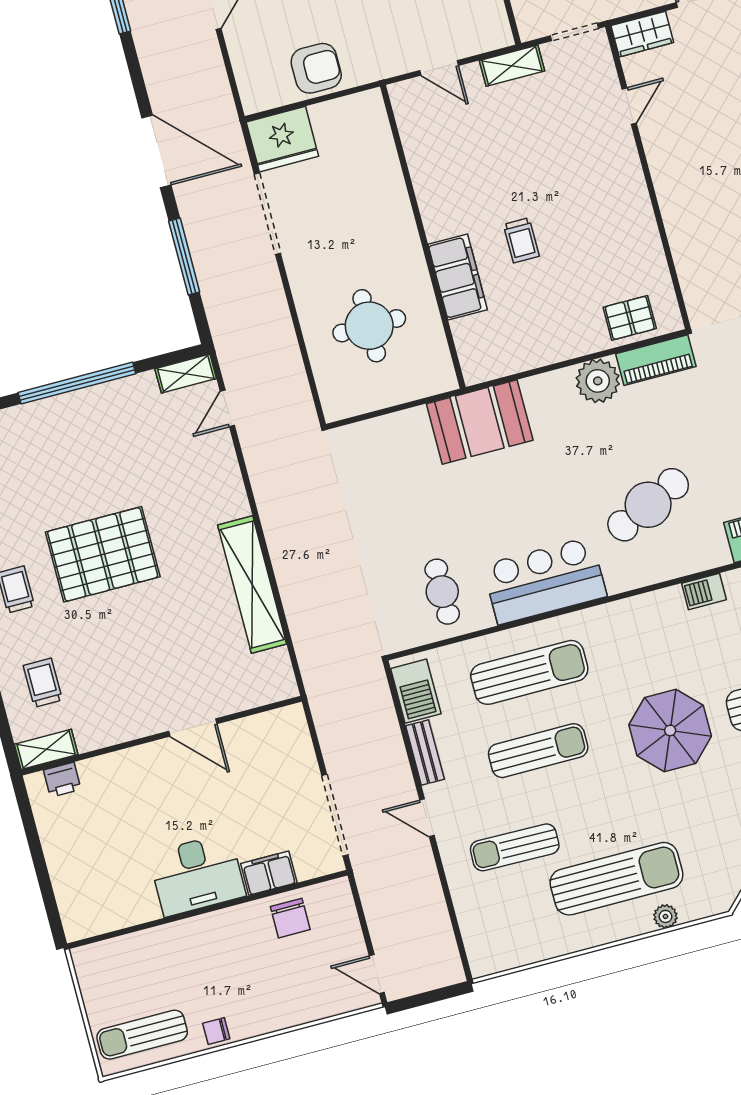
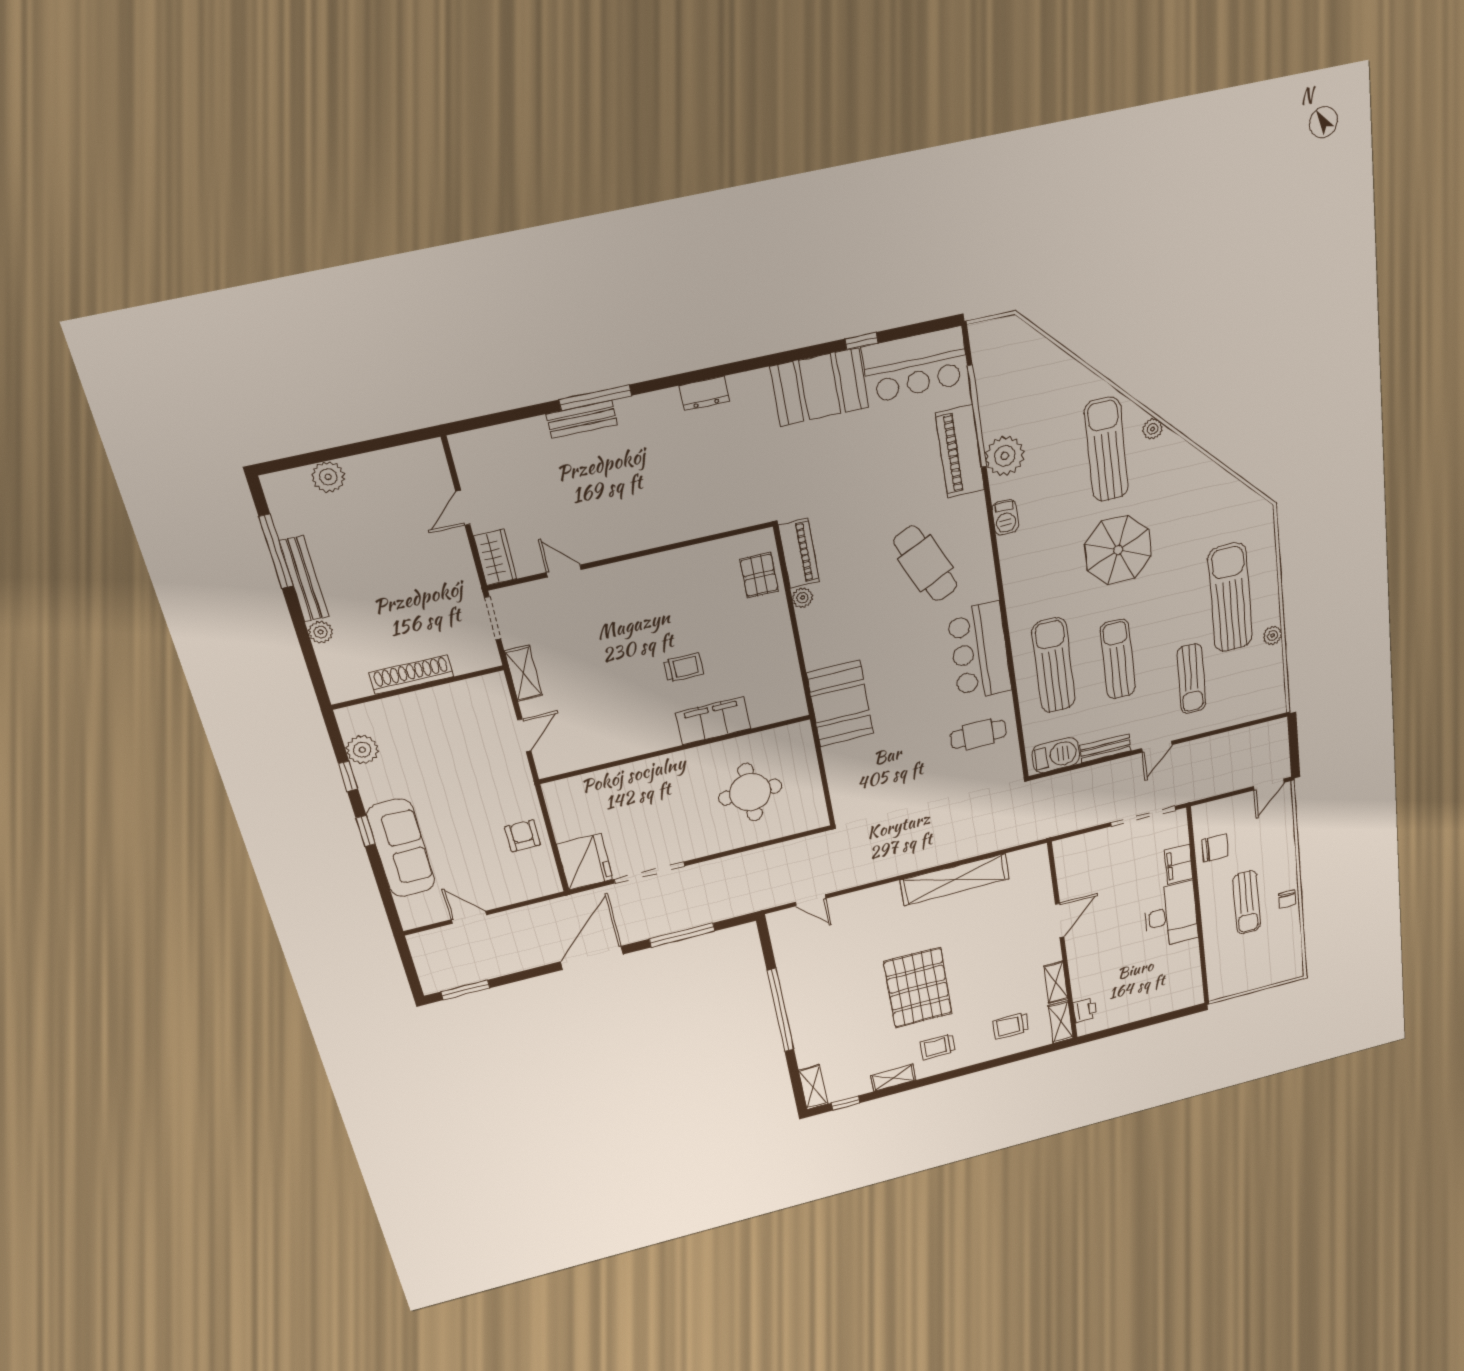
armchair: (316, 68) -> (523, 836), width x0.72, depth x0.72
shelving: (186, 374) -> (1056, 982), moved
plant: (598, 381) -> (803, 598), width x0.53, depth x0.53
plant: (665, 916) -> (1273, 635), moved
sun lounger: (142, 1035) -> (1247, 903), moved

